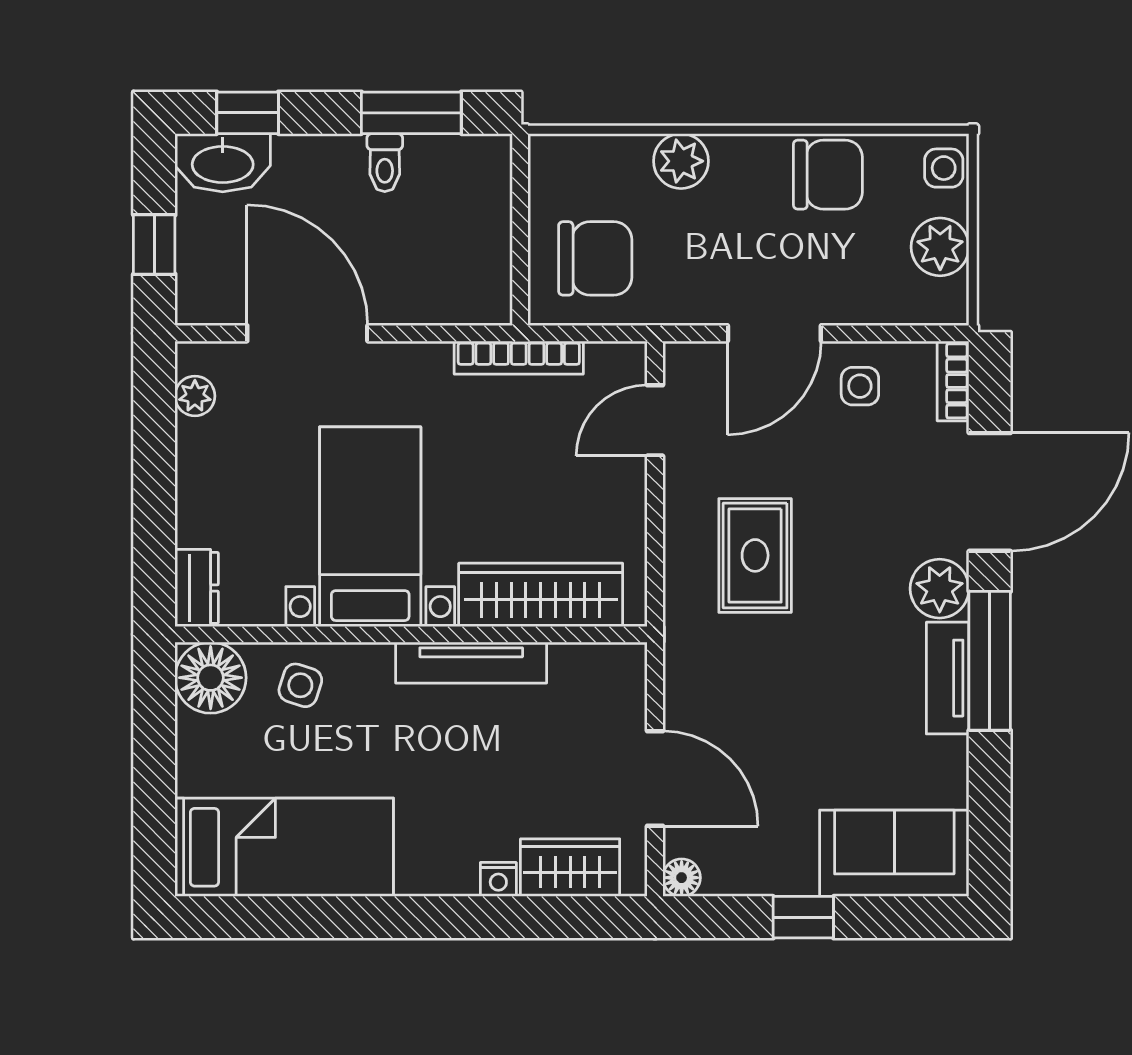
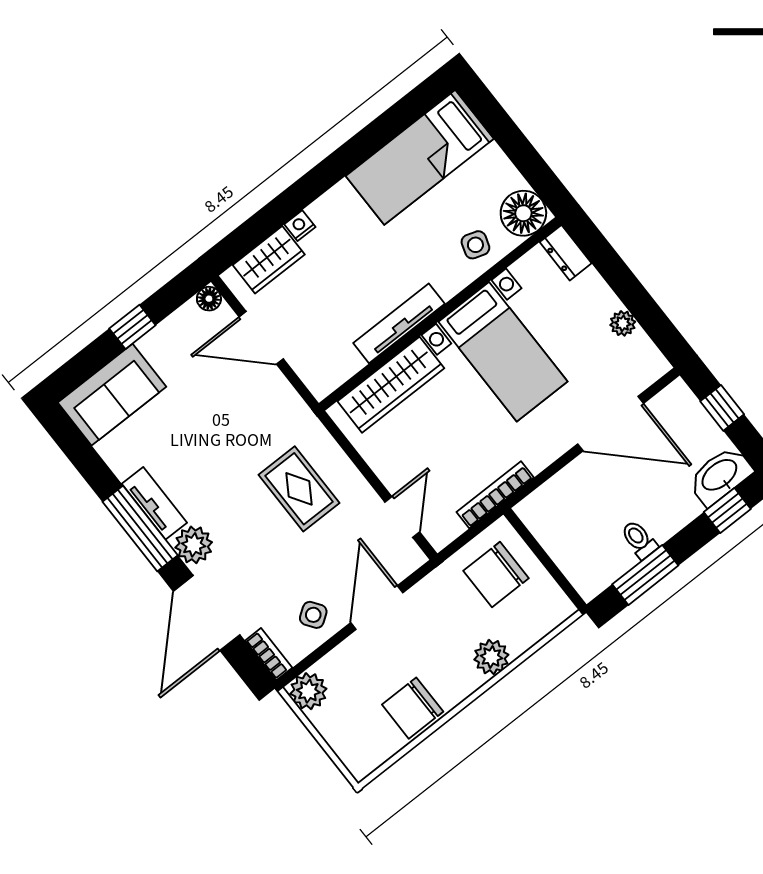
side table: (944, 168) -> (357, 757), removed
plant: (940, 247) -> (308, 691), moved
side table: (860, 386) -> (313, 615), turned -35
plant: (195, 396) -> (623, 323), moved

